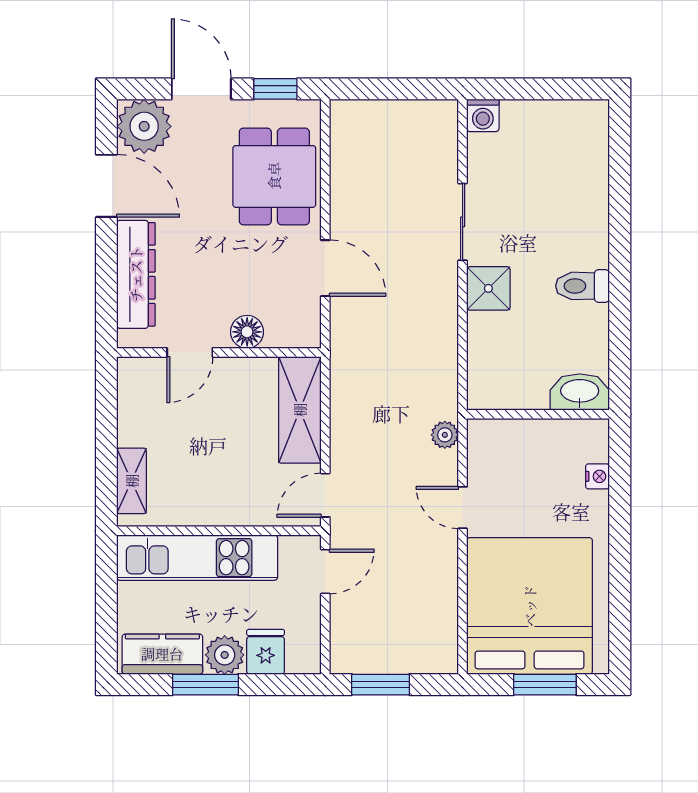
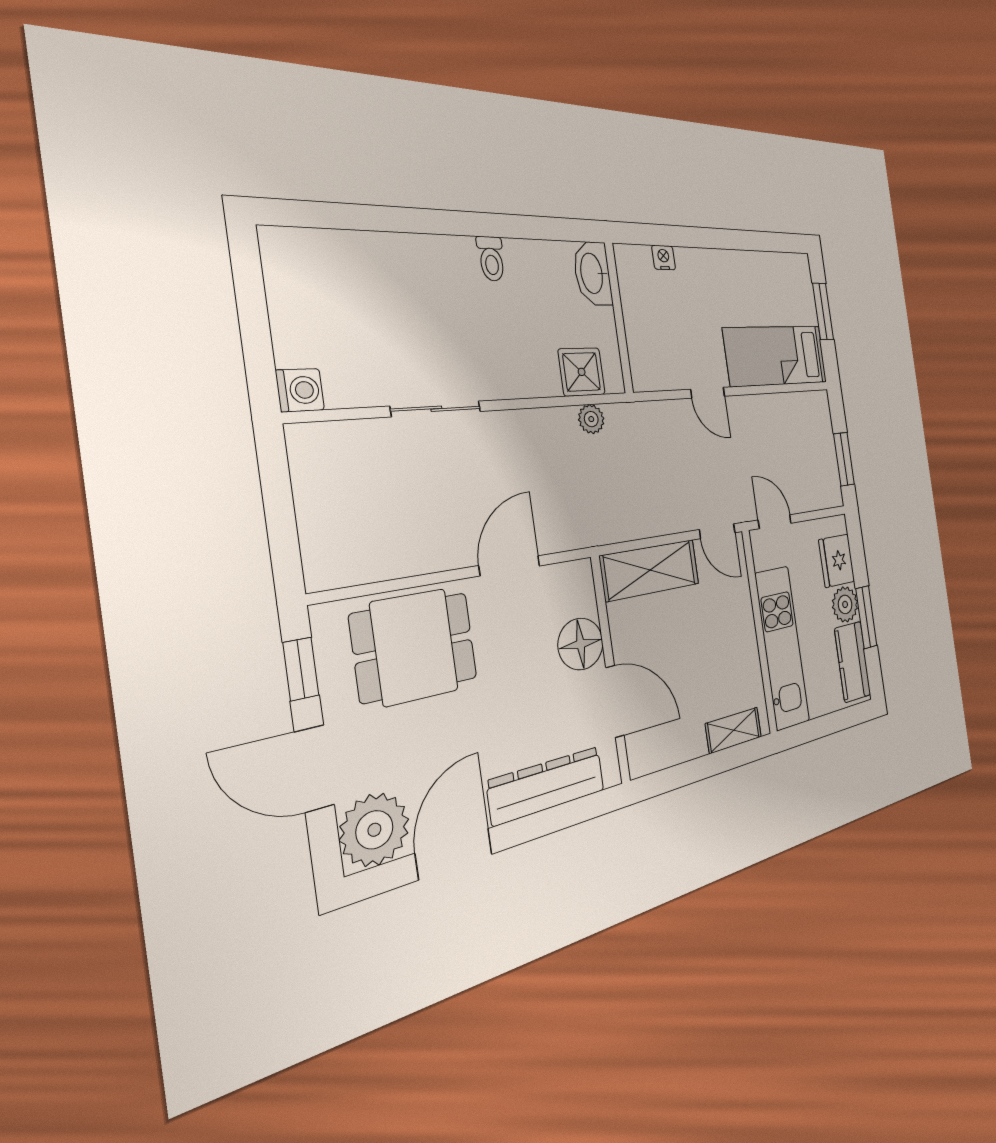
door: (201, 89) -> (314, 769), hinge flipped
toilet: (582, 286) -> (491, 259), width x0.73, depth x0.72
shower: (488, 288) -> (582, 372), moved
floor lamp: (247, 332) -> (581, 644), width x1.38, depth x1.38
door: (190, 352) -> (615, 701), width x1.37
plant: (445, 435) -> (591, 419), moved
door: (463, 508) -> (708, 393), hinge flipped
bed: (530, 606) -> (776, 356), width x0.49
fridge: (266, 652) -> (837, 561), width x1.38

